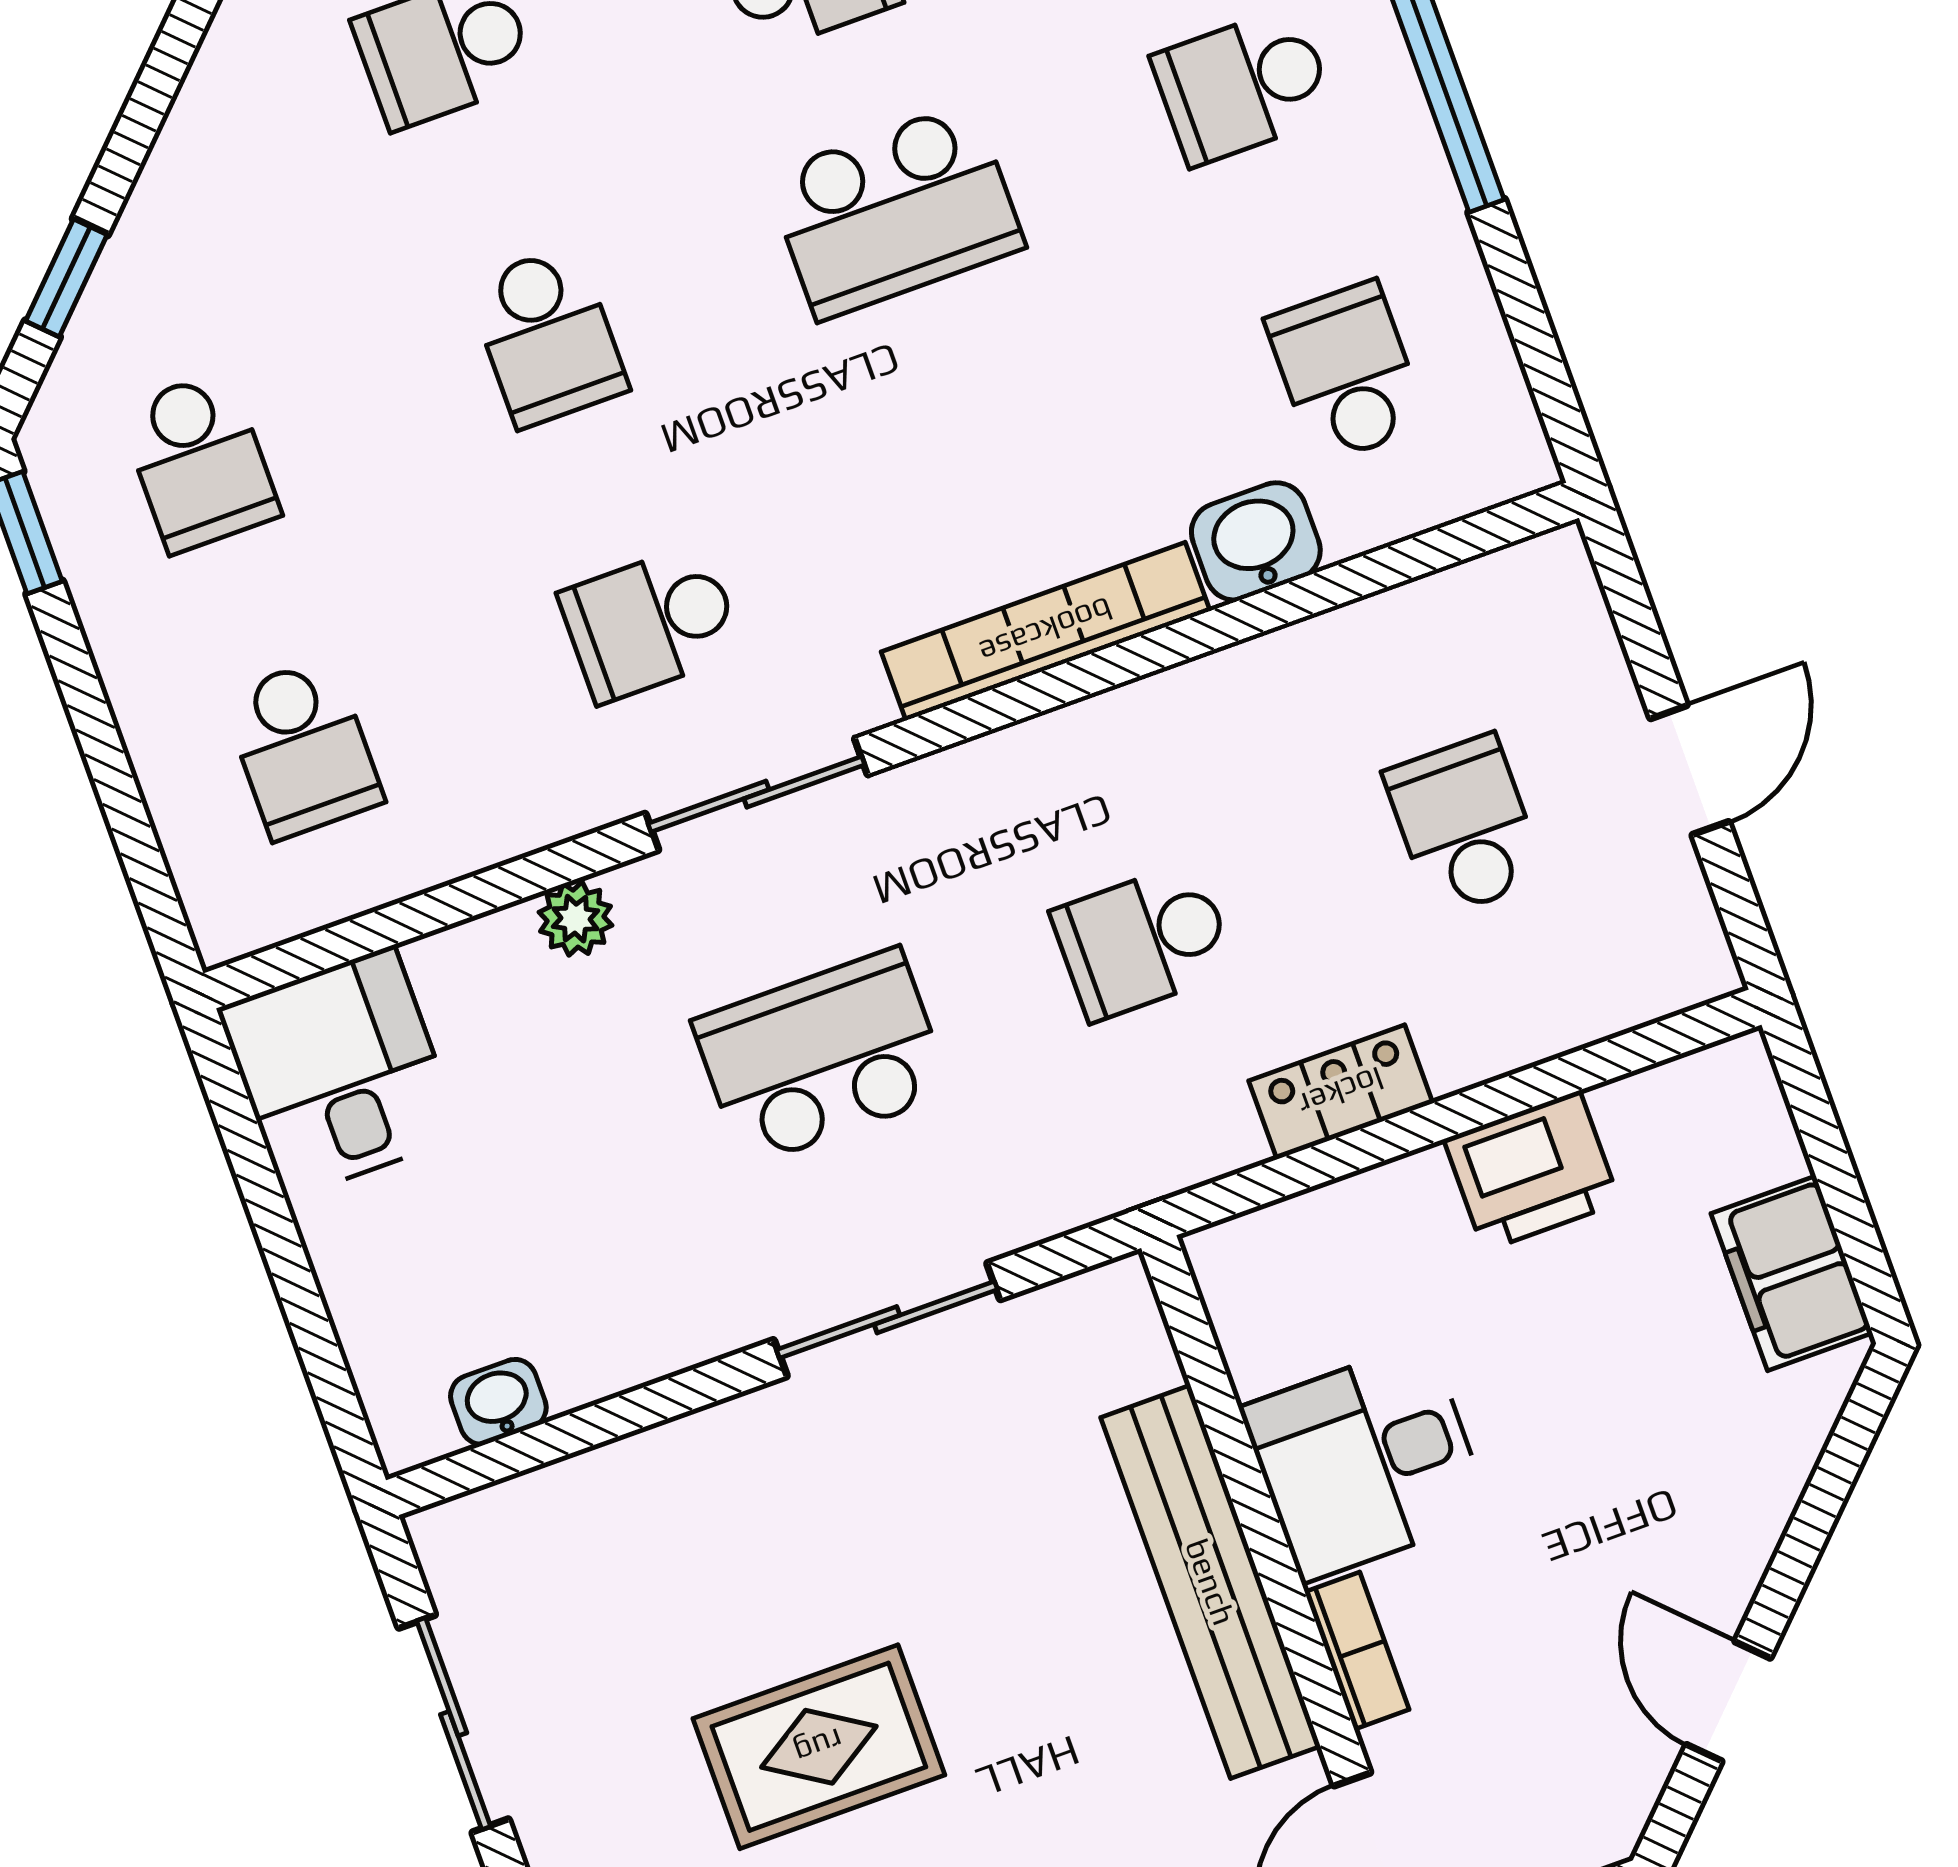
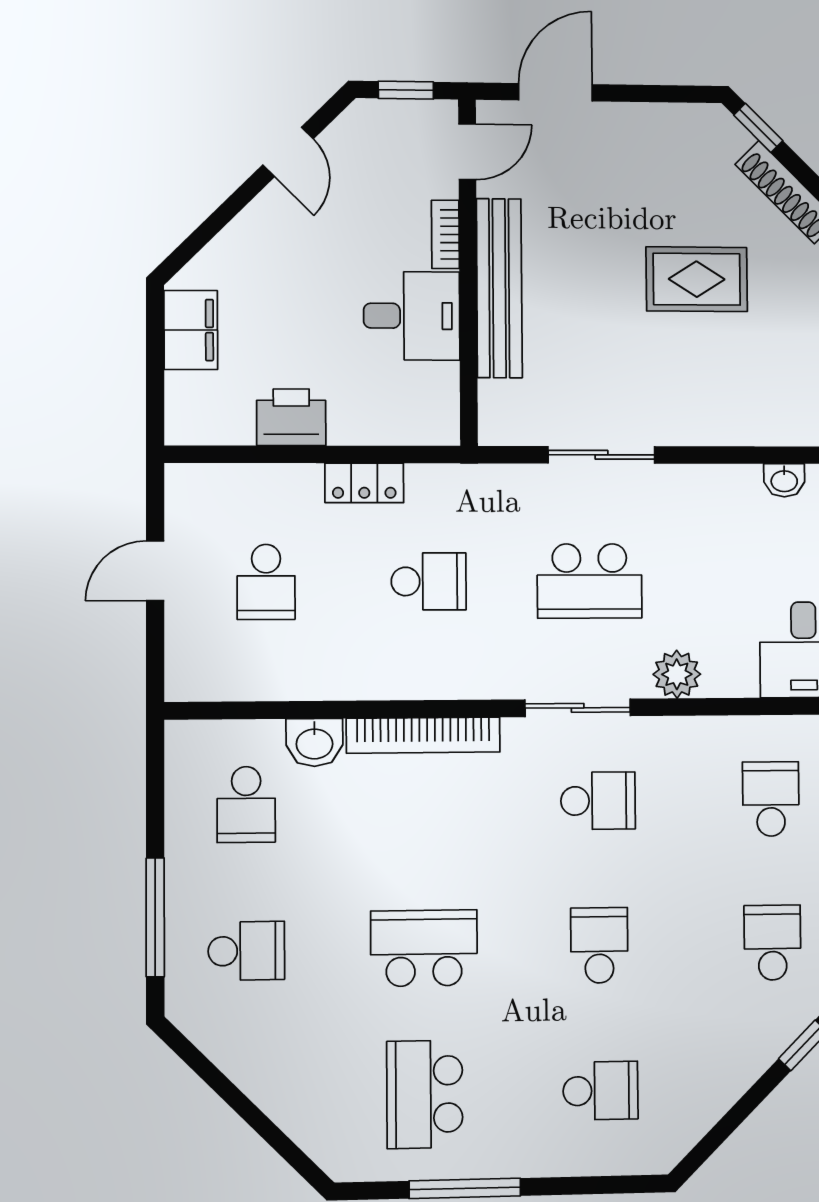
plant: (575, 919) -> (677, 674), width x1.38, depth x1.38

